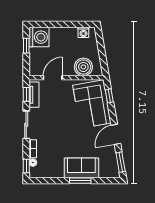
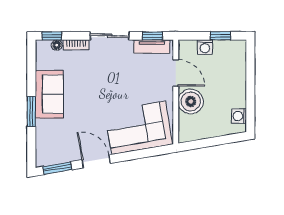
washing machine: (39, 37) -> (205, 47), moved, width x0.53, depth x0.53
boiler: (83, 67) -> (191, 101), moved
window: (109, 96) -> (150, 152), removed
sofa: (81, 168) -> (49, 94), moved

